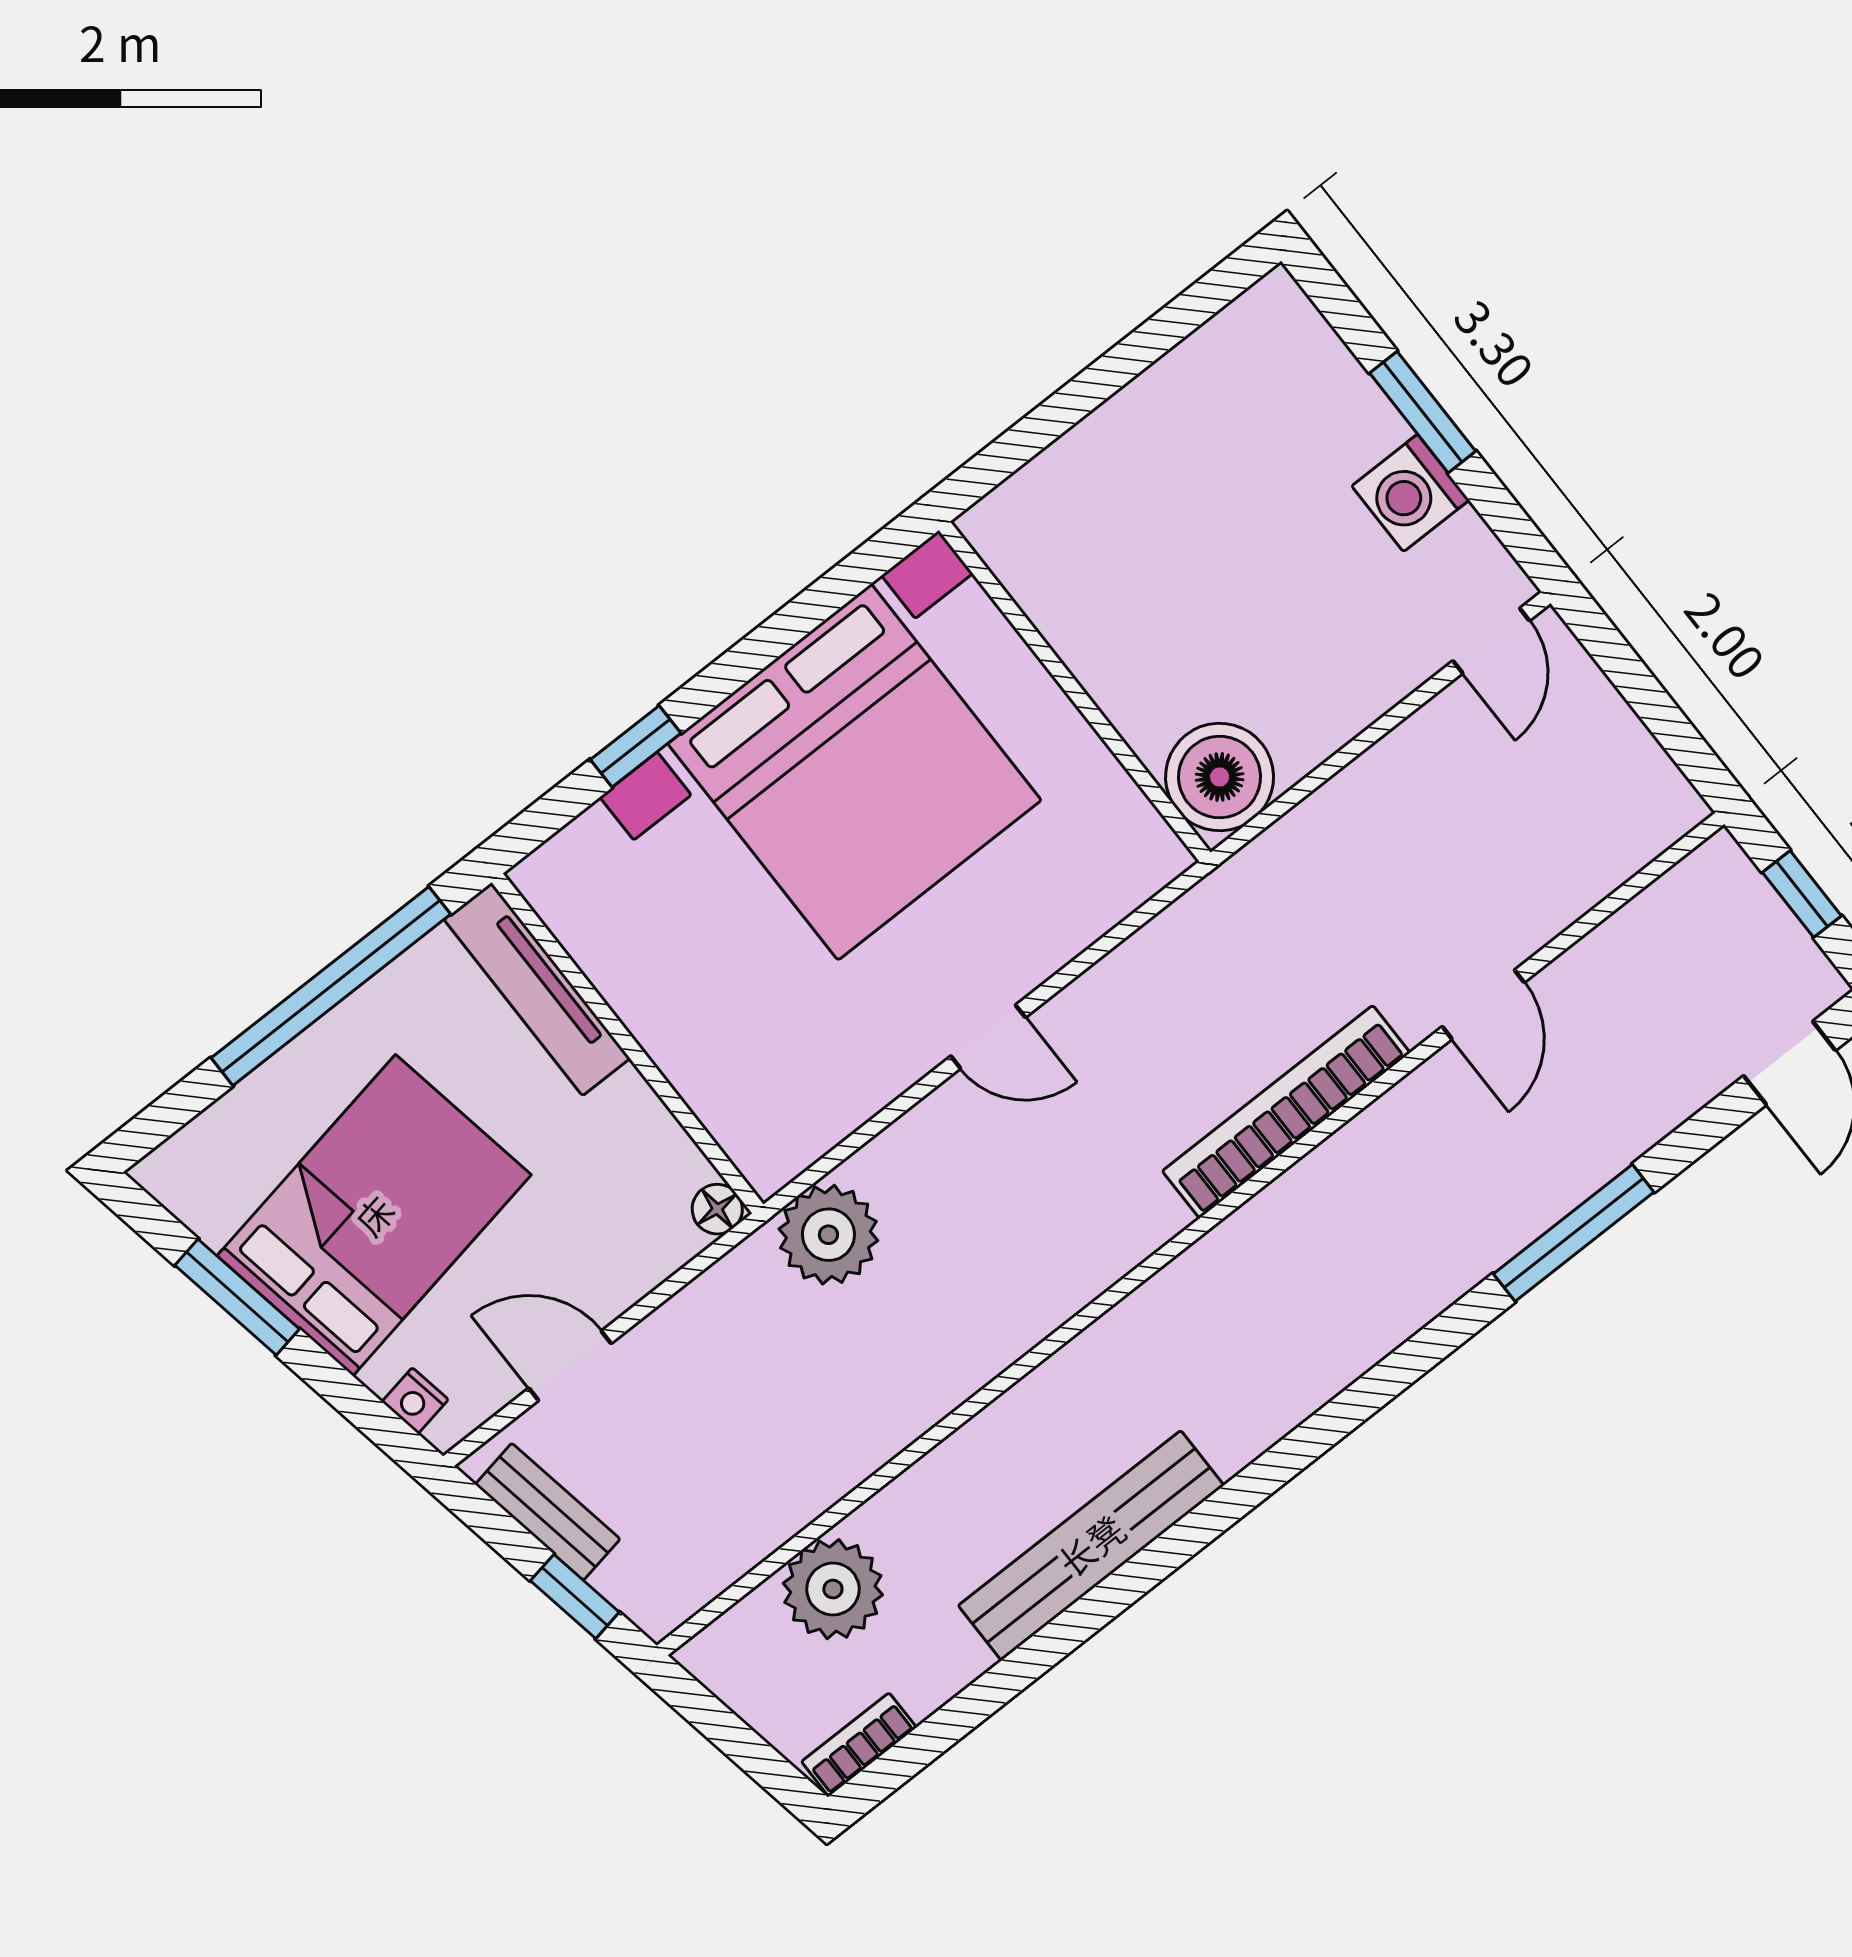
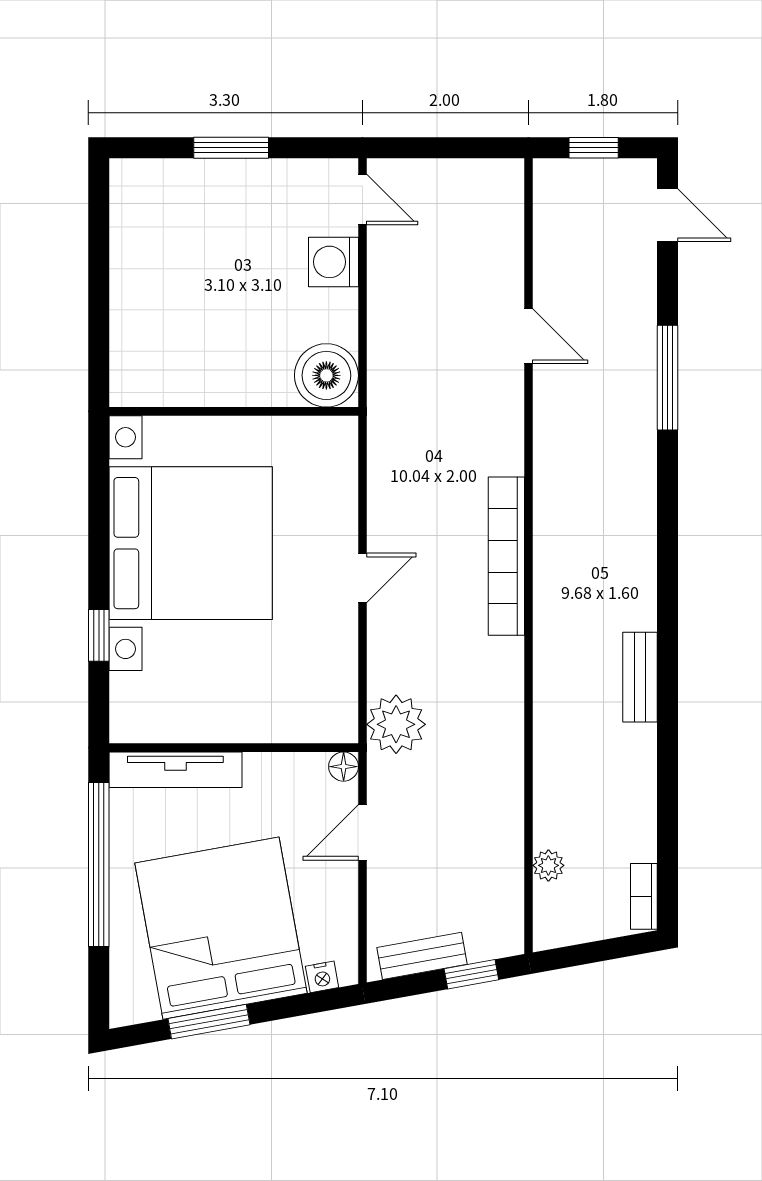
washing machine: (1410, 493) -> (333, 262), moved, turned 90
bookcase: (1286, 1112) -> (506, 556), moved
bed: (374, 1215) -> (221, 928), width x1.36
door: (570, 1366) -> (362, 832), moved
bench: (1091, 1545) -> (640, 677), width x0.54, depth x0.82
plant: (833, 1589) -> (548, 865), width x0.53, depth x0.53

